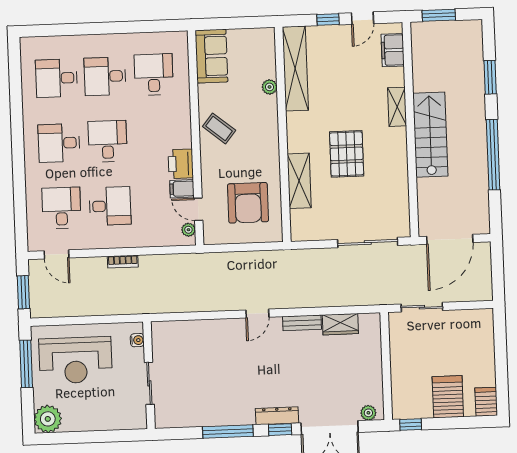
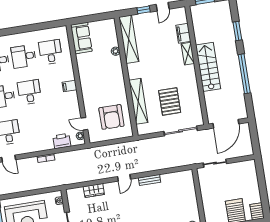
filing cabinet: (393, 50) -> (183, 33), moved
coffee table: (219, 128) -> (90, 78), removed
pallet: (347, 154) -> (170, 101), moved
printer: (181, 164) -> (62, 141), moved, turned 90
shelving: (299, 181) -> (138, 101), width x1.47
filing cabinet: (182, 189) -> (69, 86), moved
desk: (110, 206) -> (35, 128), removed
wardrobe: (340, 324) -> (94, 190), moved

